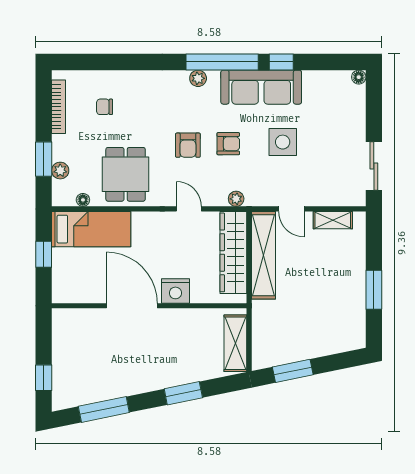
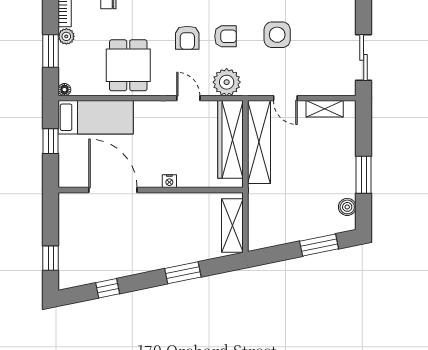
plant: (60, 171) -> (66, 36), moved
plant: (236, 199) -> (227, 82), width x1.87, depth x1.87
floor lamp: (83, 200) -> (64, 90), moved
nightstand: (175, 291) -> (169, 181), width x0.53, depth x0.56
door: (132, 306) -> (113, 190), moved
boiler: (357, 324) -> (347, 207), added
window: (293, 371) -> (319, 245), moved
window: (104, 409) -> (108, 288), width x0.46

